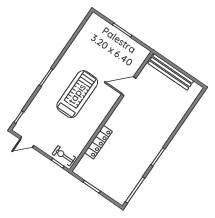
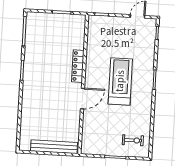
door: (129, 86) -> (83, 98), moved
treadmill: (77, 94) -> (120, 81), turned 180
locker: (98, 142) -> (78, 66), moved
exercise bike: (64, 156) -> (133, 140), moved

